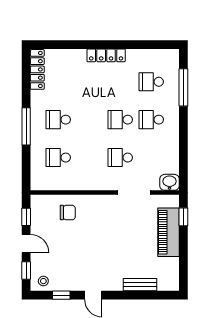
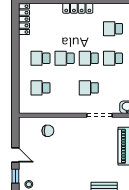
school desk: (89, 120) -> (65, 58), added
window: (26, 126) -> (15, 64), removed
window: (26, 217) -> (15, 134), removed

